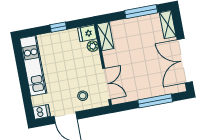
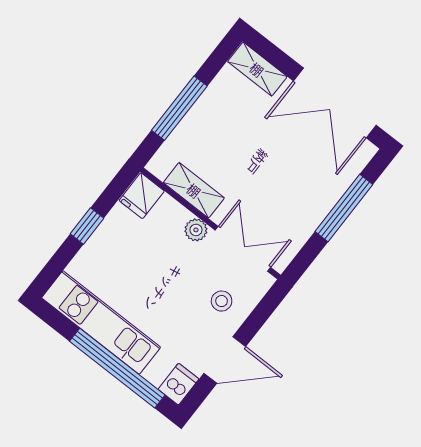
window: (141, 12) -> (179, 108), moved
shelving: (105, 36) -> (194, 190), moved
plant: (93, 46) -> (196, 230), moved
window: (25, 87) -> (117, 368), added

